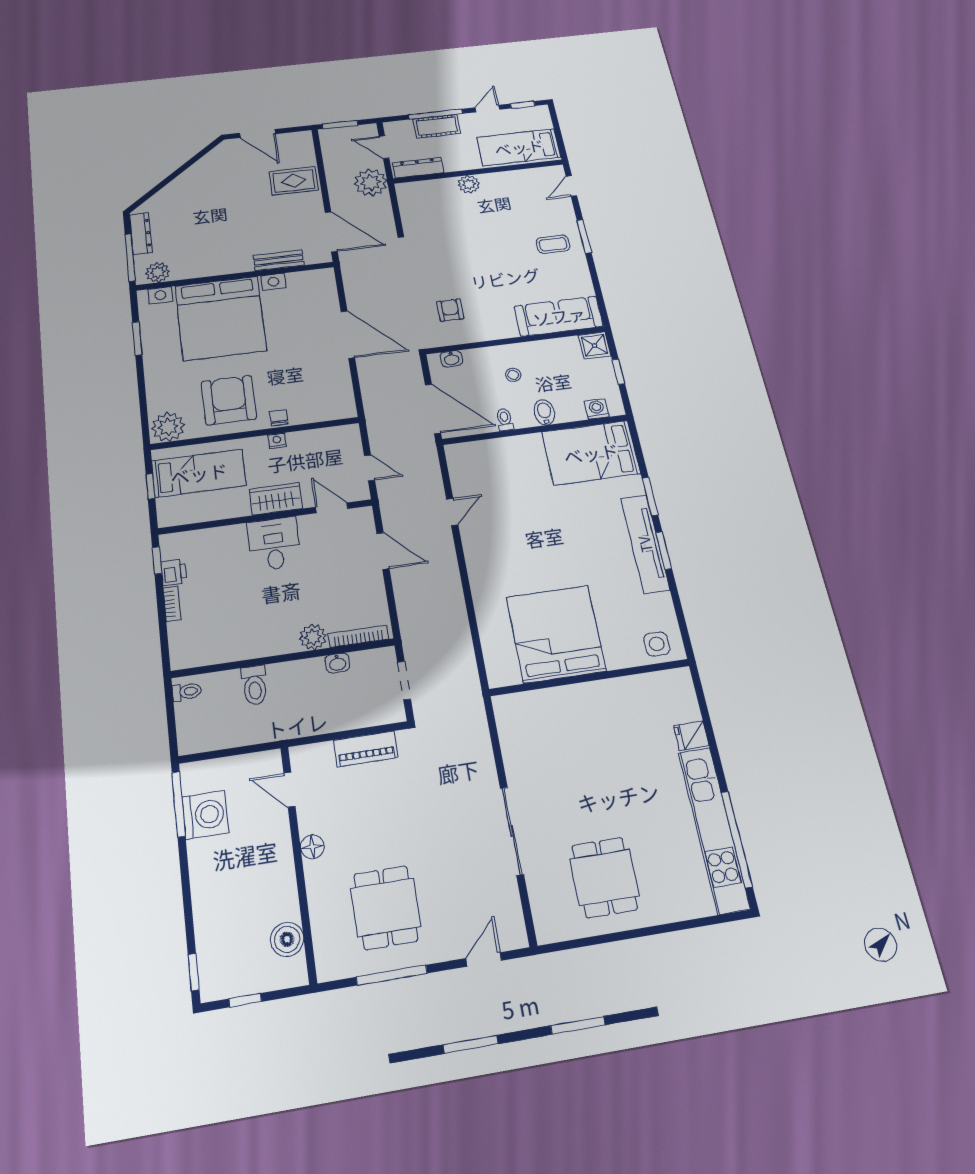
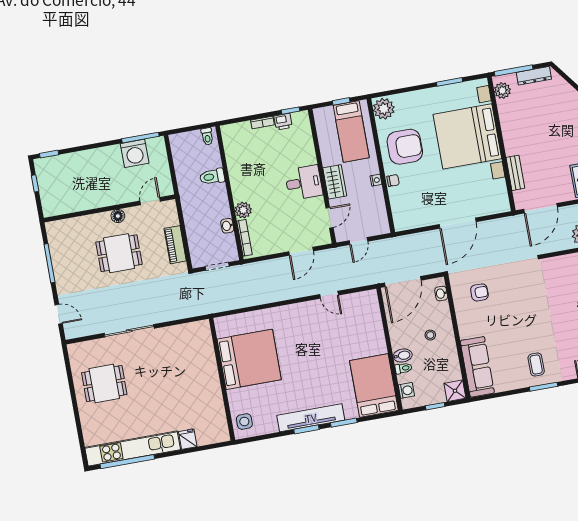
toilet: (505, 420) -> (403, 368), moved
dining table: (386, 907) -> (119, 253), moved
boiler: (287, 939) -> (67, 204), removed

